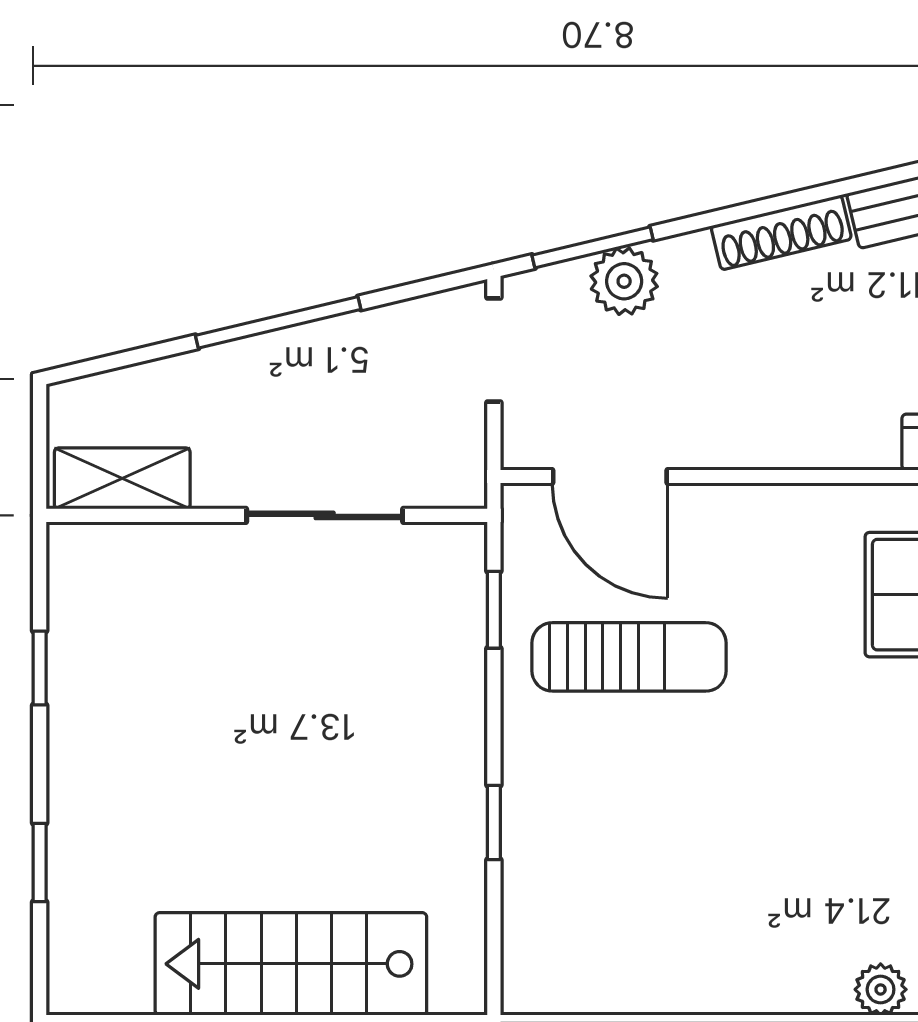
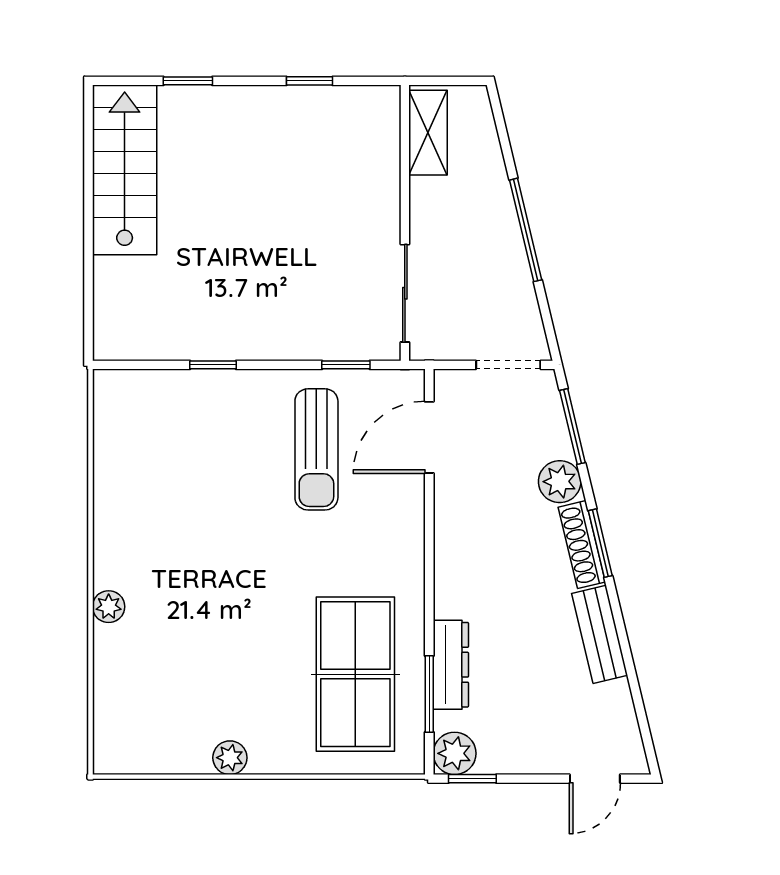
window: (779, 203) -> (600, 543), added
plant: (624, 281) -> (560, 482), moved
sliding door: (325, 515) -> (405, 293), moved
stairs: (291, 964) -> (125, 170), moved

